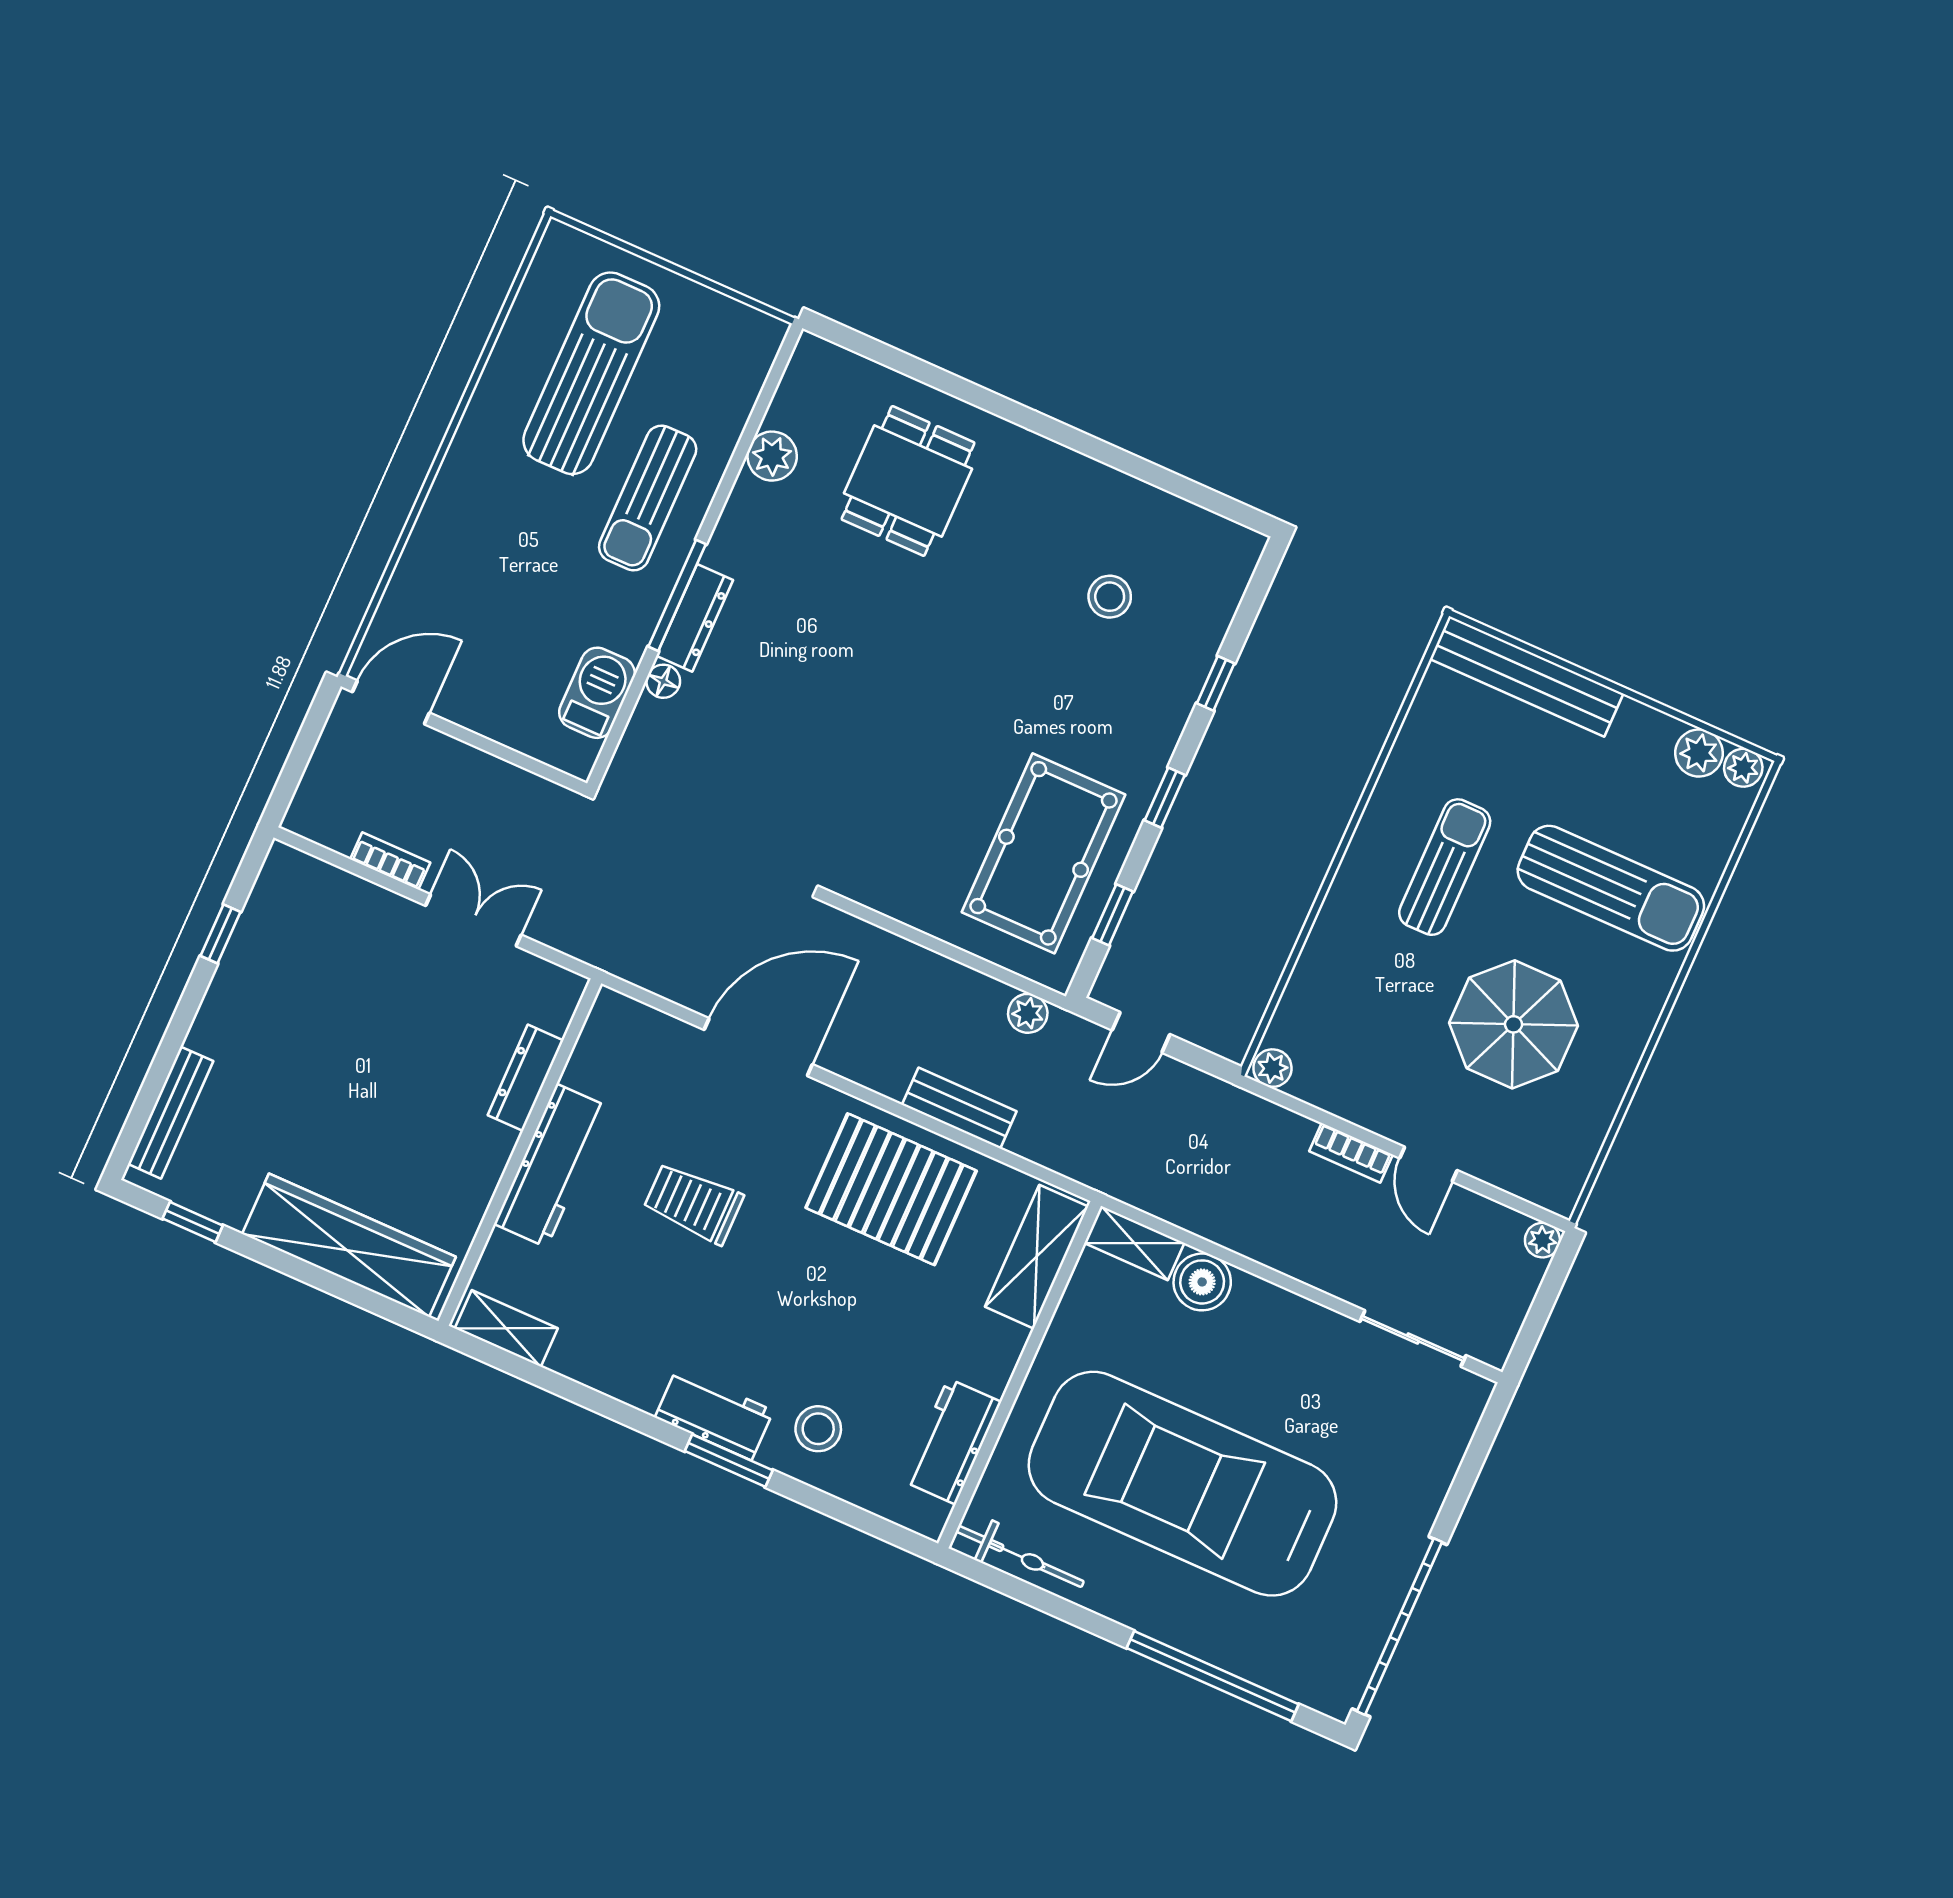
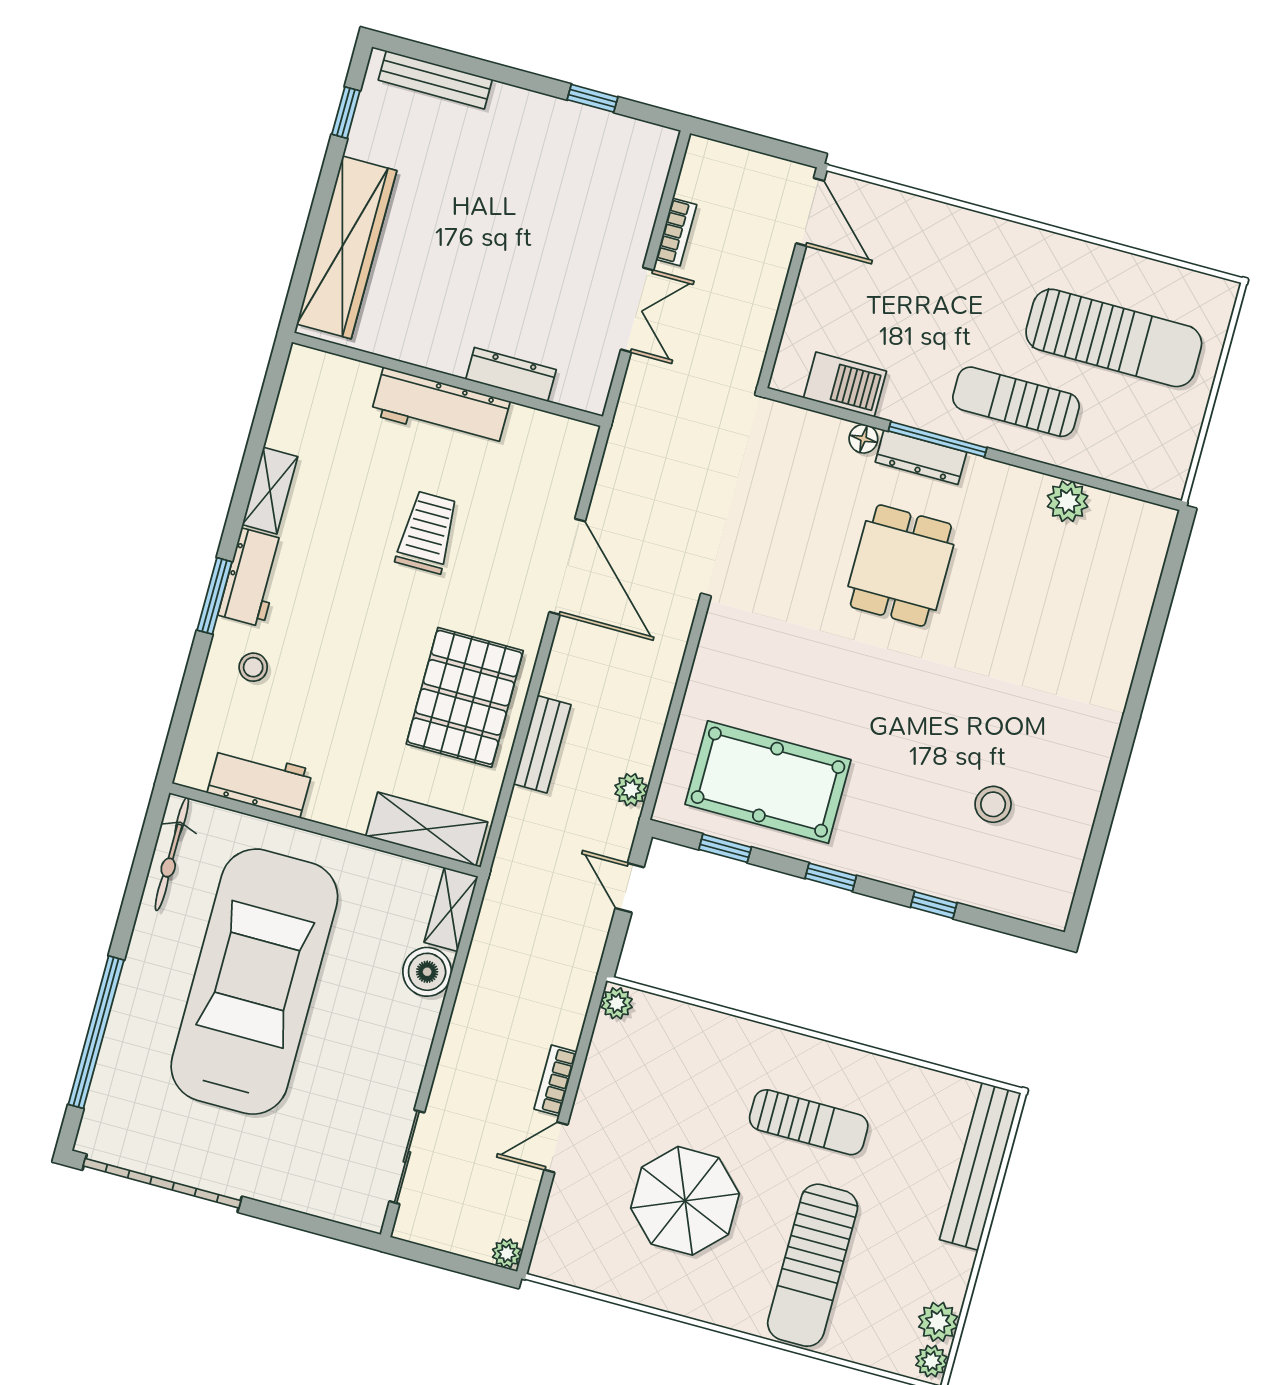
dining table: (908, 481) -> (901, 566), moved, turned 90
shelving: (506, 1328) -> (270, 491), moved
stool: (818, 1429) -> (253, 667), width x0.73, depth x0.73

